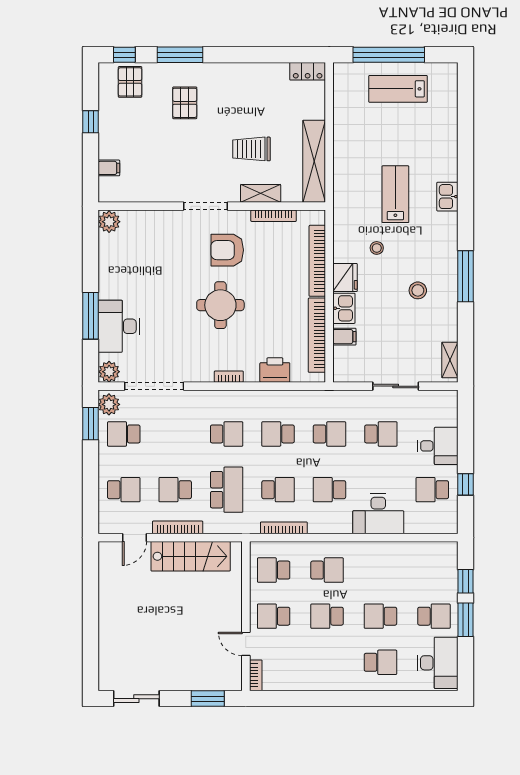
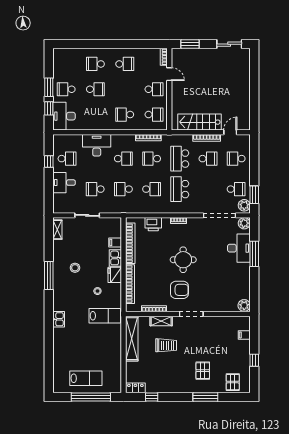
window: (124, 55) -> (152, 397), moved
lab bench: (395, 194) -> (105, 316), moved, turned -90
school desk: (227, 434) -> (180, 189), width x1.85
school desk: (327, 616) -> (125, 64), moved
desk: (438, 663) -> (64, 116), moved

